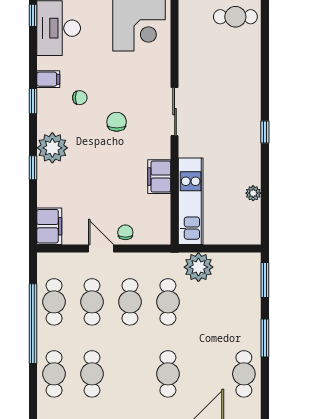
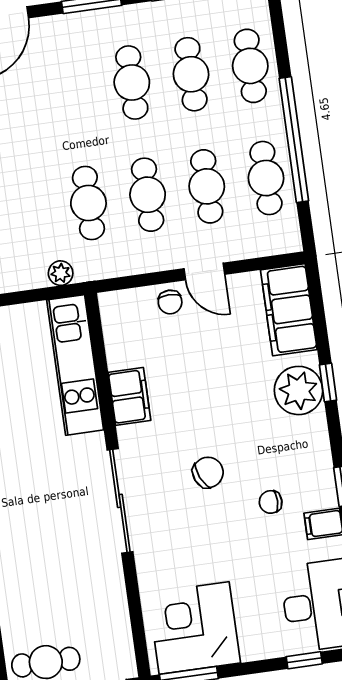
sliding door: (175, 112) -> (120, 501), width x1.37
chair: (117, 122) -> (208, 472), turned -114
plant: (52, 148) -> (298, 390), moved
filing cabinet: (49, 226) -> (289, 310), width x1.50, depth x1.17
plant: (198, 267) -> (61, 273), width x0.53, depth x0.53
cafe table: (168, 374) -> (132, 83), moved

